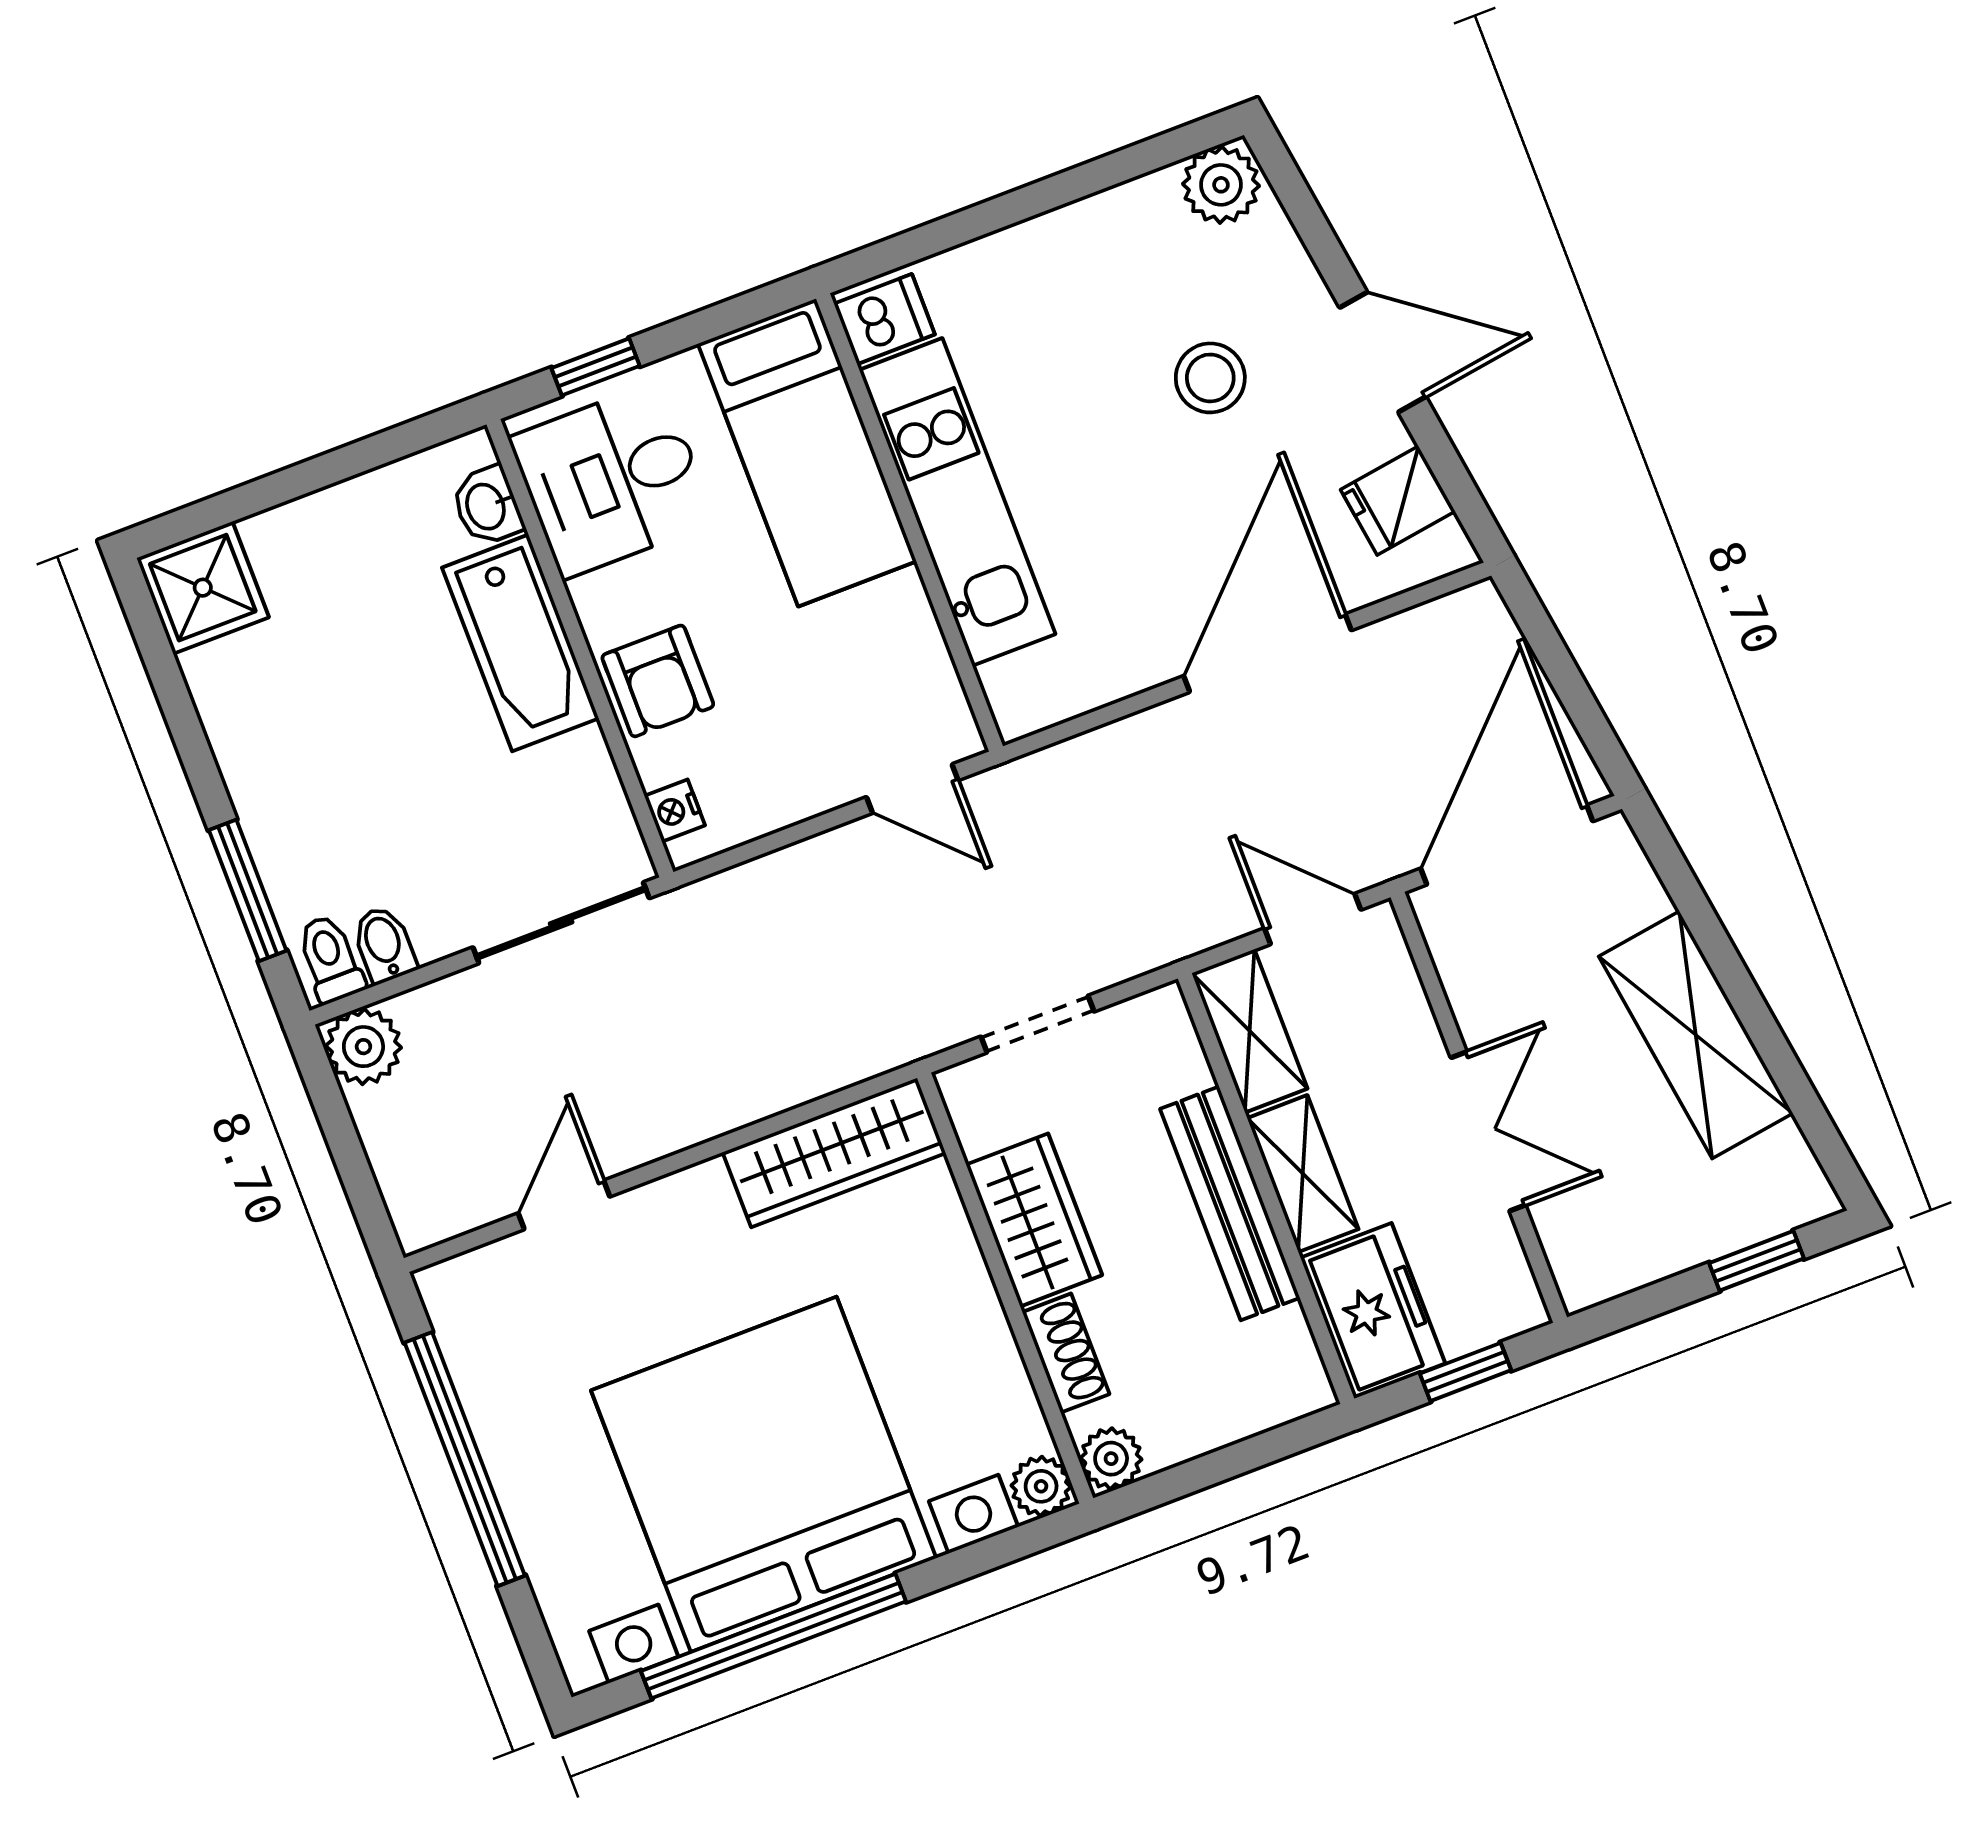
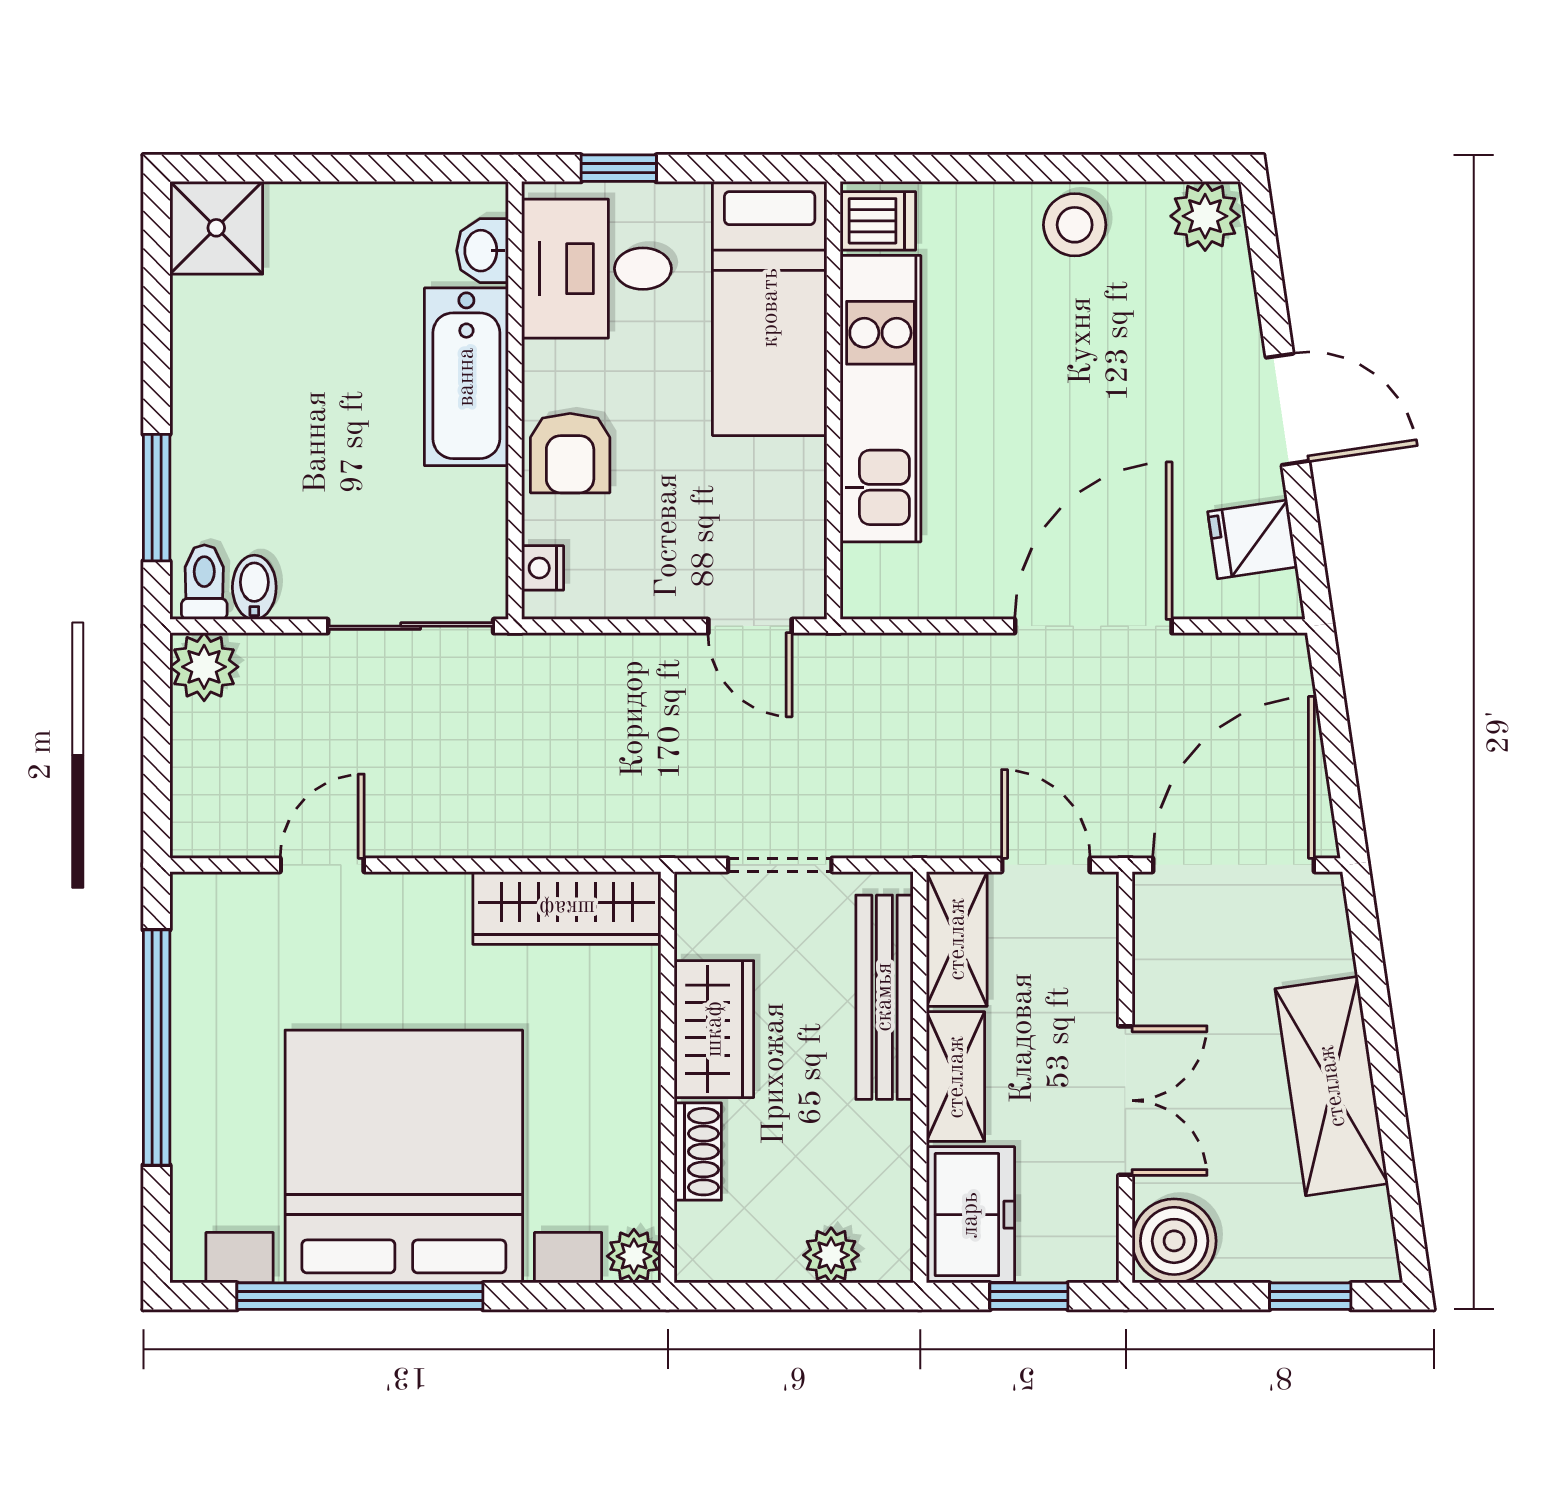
stool: (1210, 378) -> (1075, 225), moved
bench: (1230, 1203) -> (884, 997), moved
boiler: (1594, 1257) -> (1174, 1241), added
plant: (1111, 1459) -> (831, 1255), moved

